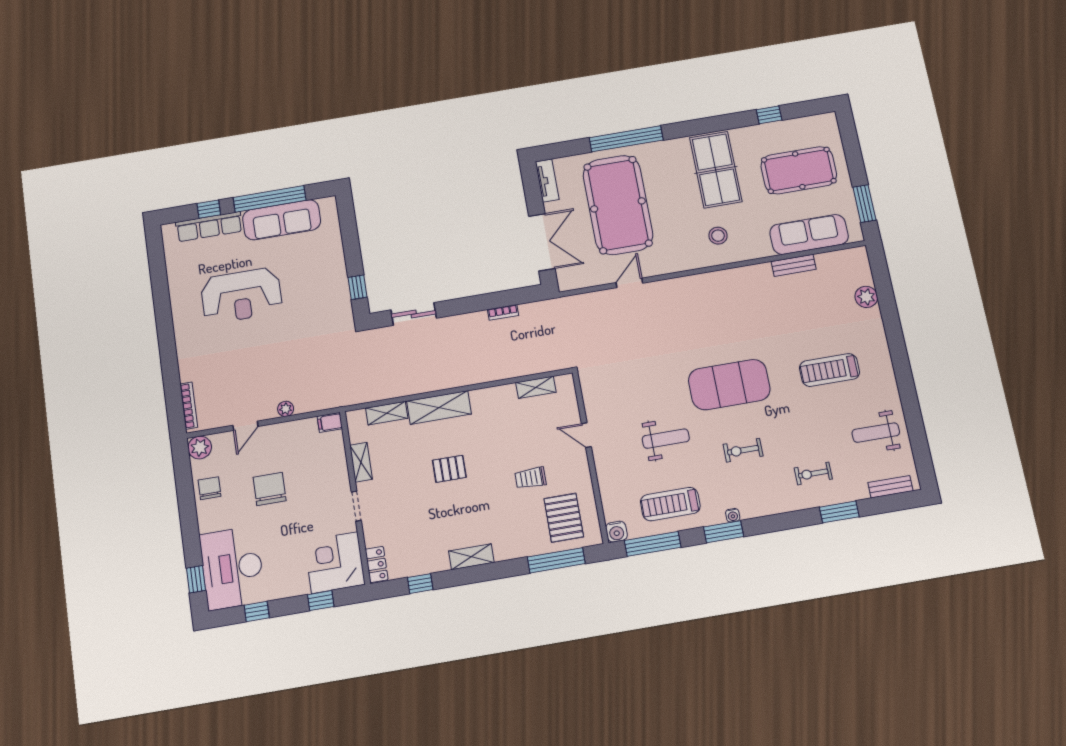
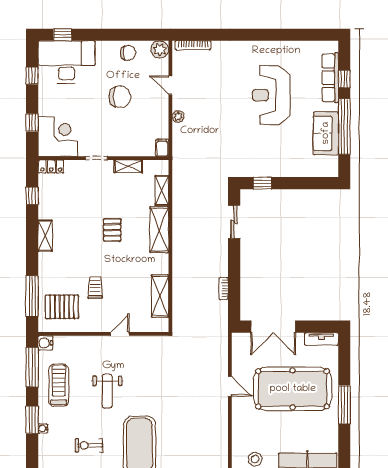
window: (626, 139) -> (344, 405), width x0.68
sofa: (282, 220) -> (326, 133), width x0.73
shelving: (536, 387) -> (160, 296), width x1.50, depth x1.33
exercise bike: (743, 450) -> (89, 445), turned -90

